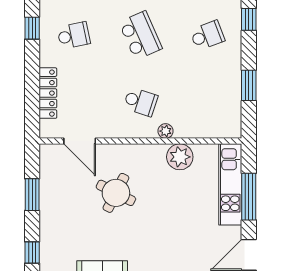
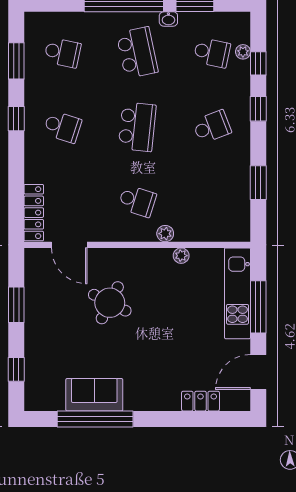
school desk: (74, 35) -> (63, 127), turned 30
school desk: (140, 35) -> (137, 127), turned 30
locker: (48, 93) -> (34, 213), moved
plant: (180, 157) -> (181, 256), width x0.53, depth x0.53

